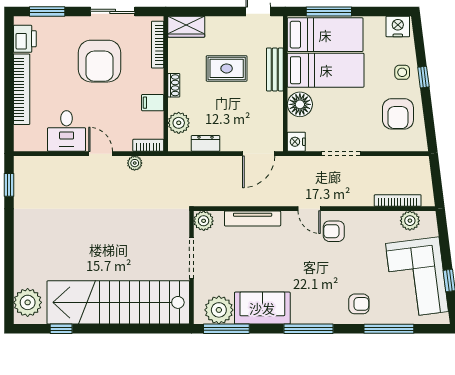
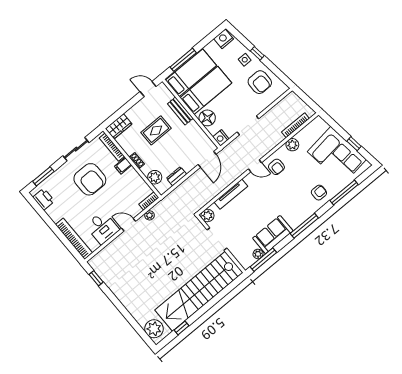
bookcase: (22, 89) -> (74, 239), moved
filing cabinet: (153, 103) -> (123, 166), moved
plant: (410, 221) -> (292, 145), moved
armchair: (334, 231) -> (276, 167), turned -90
plant: (219, 310) -> (258, 254), width x0.53, depth x0.53

